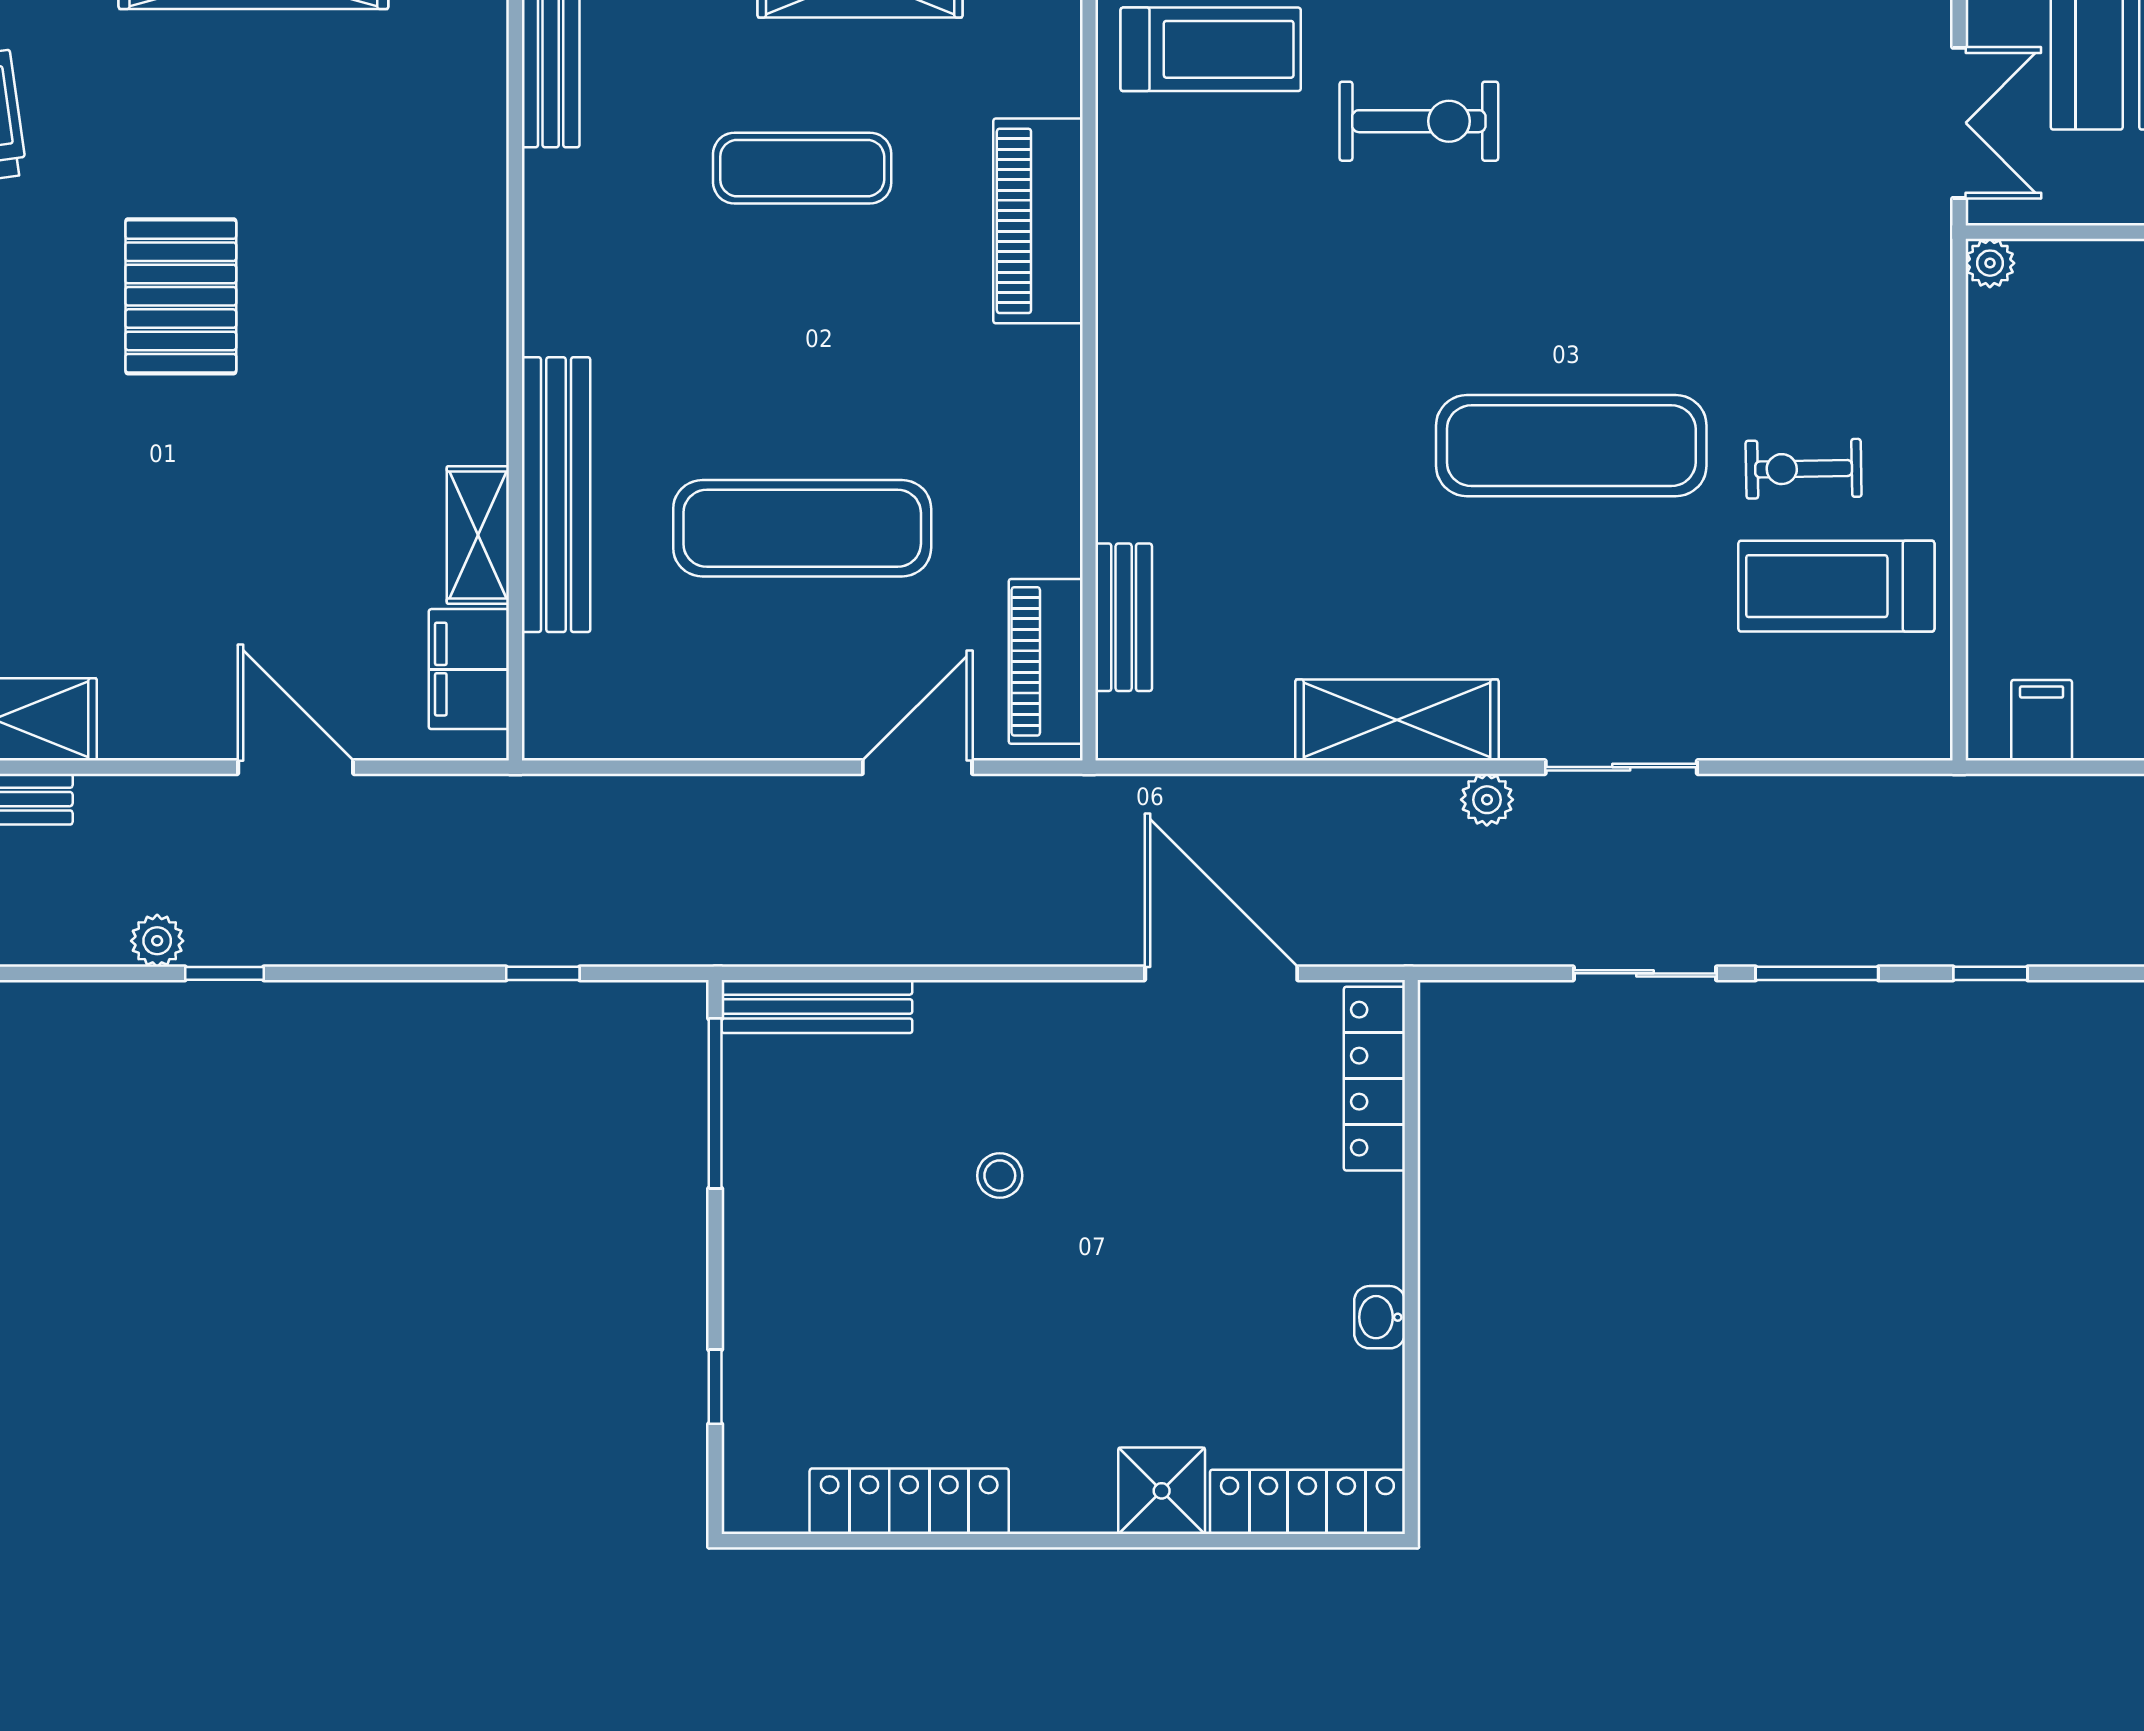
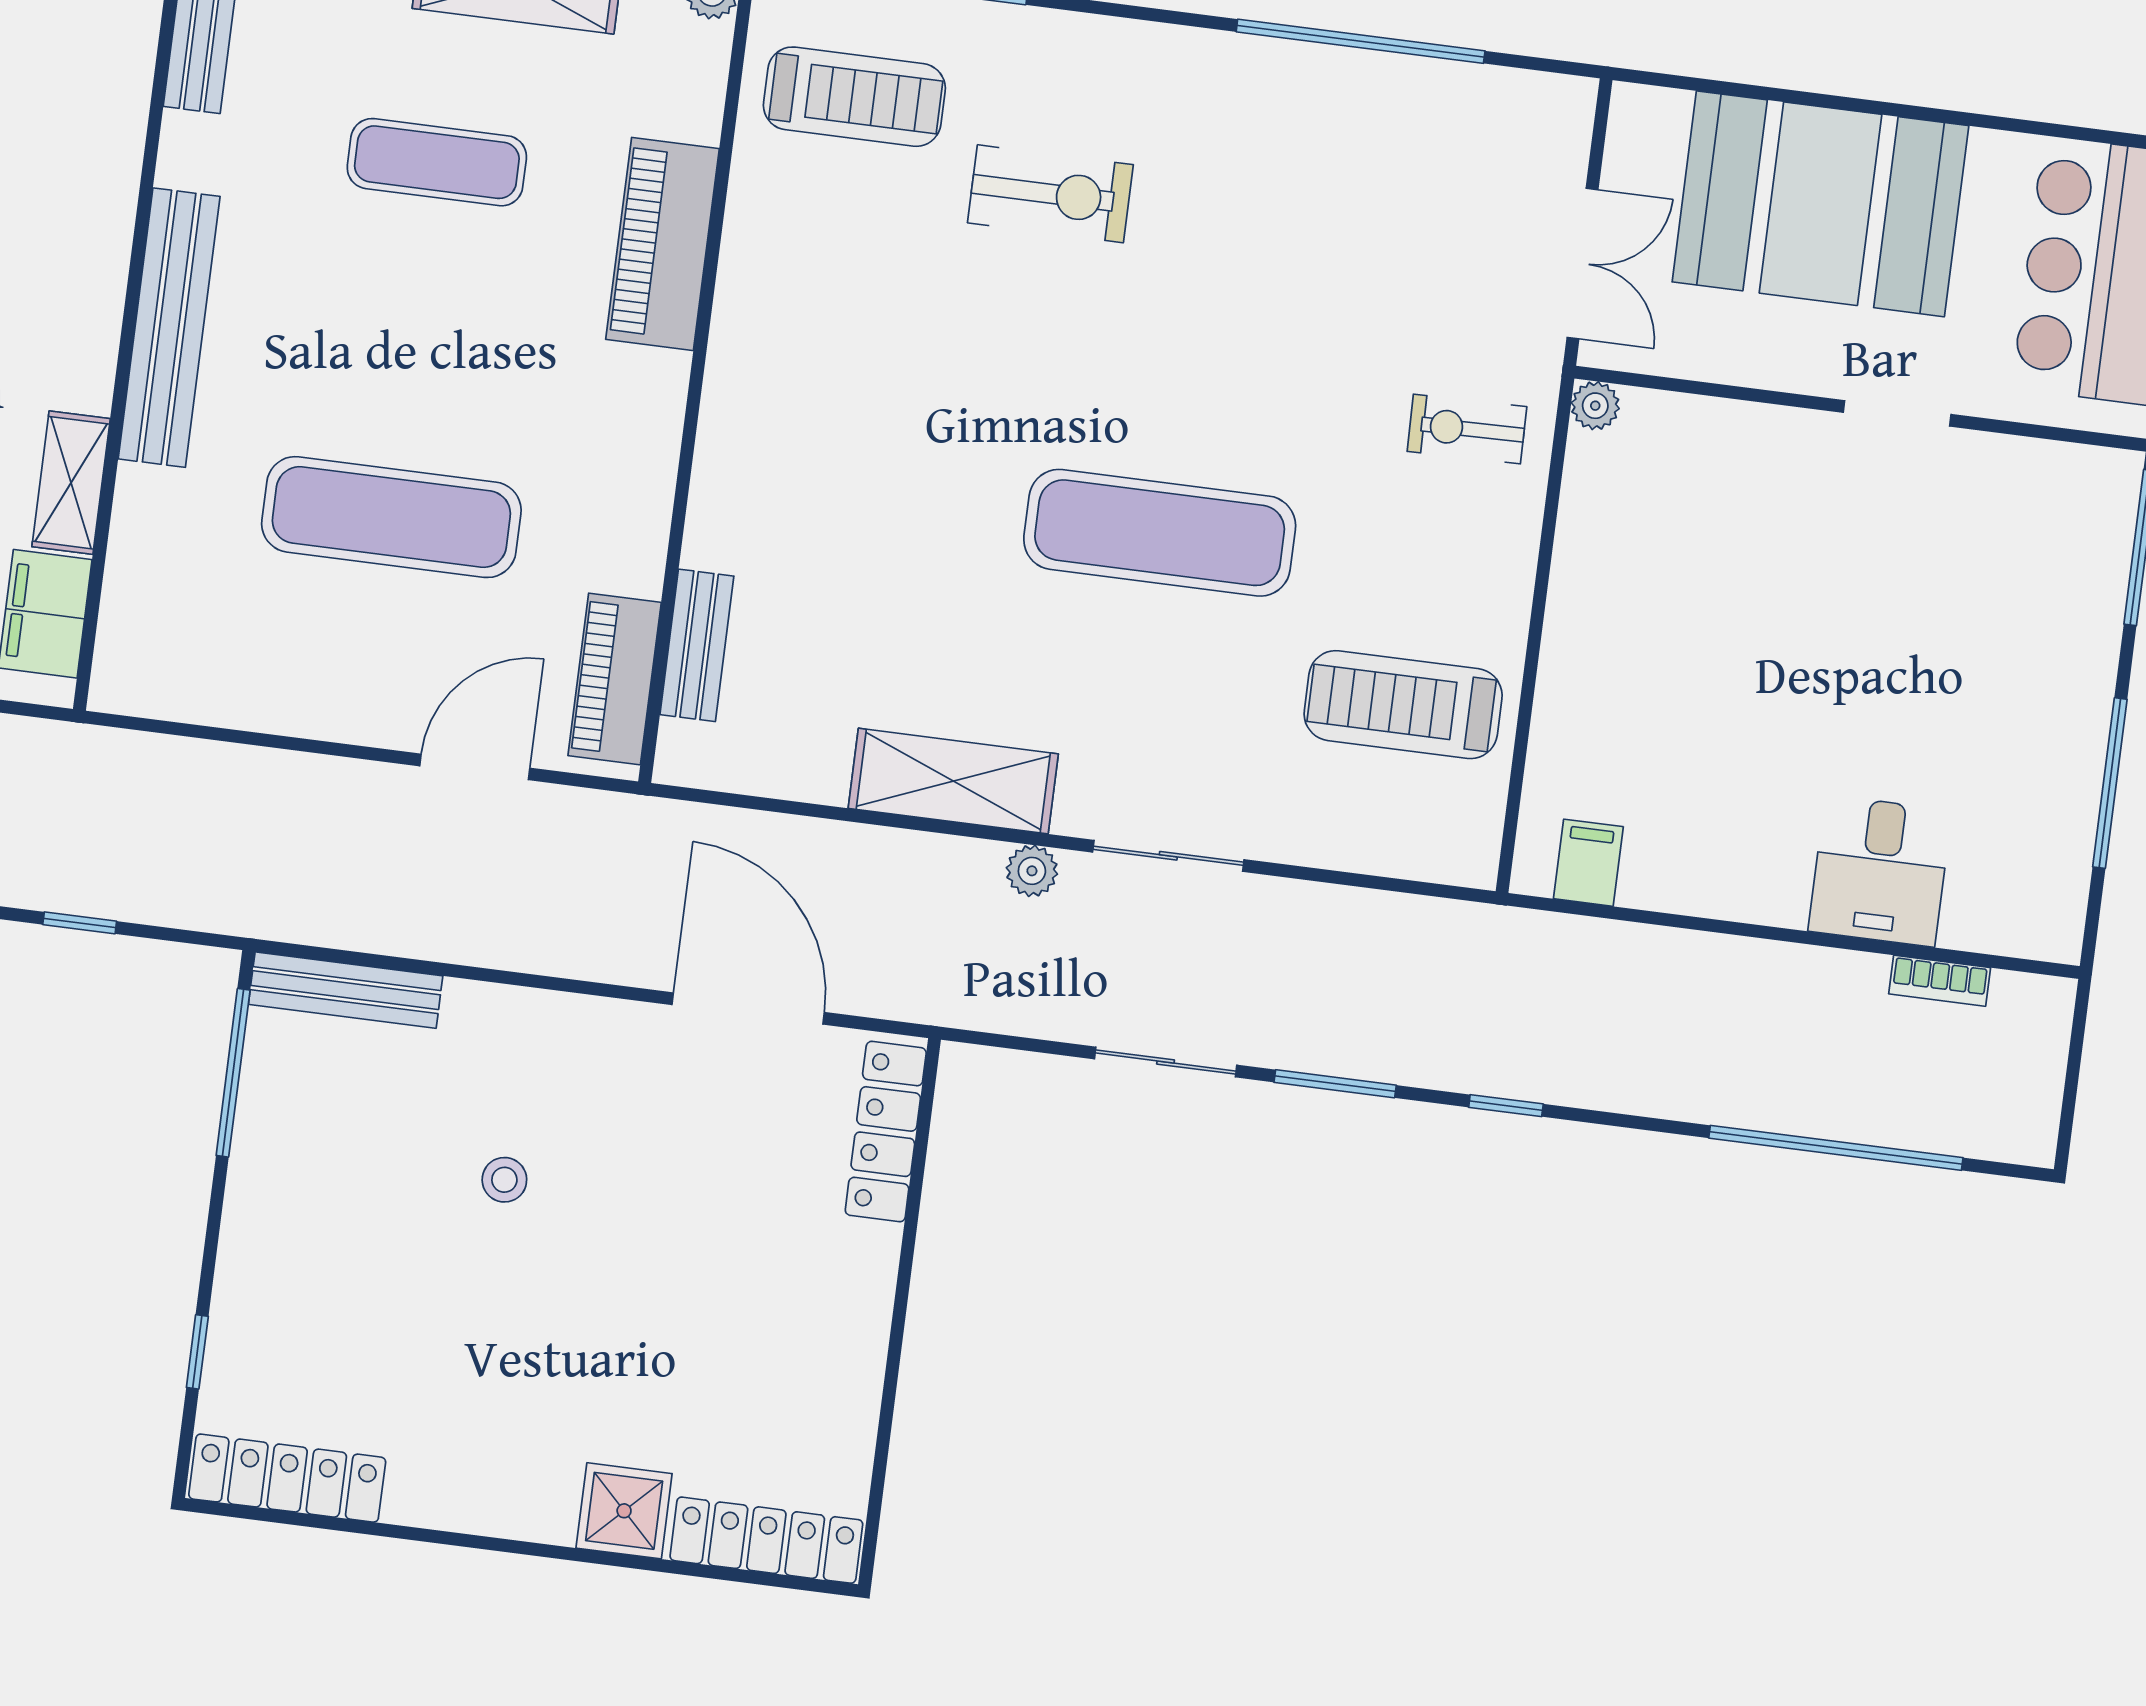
exercise bike: (1804, 469) -> (1467, 429), moved
bench: (556, 495) -> (169, 328), moved
washbasin: (1380, 1317) -> (861, 1367), removed
locker: (909, 1501) -> (287, 1478), moved

